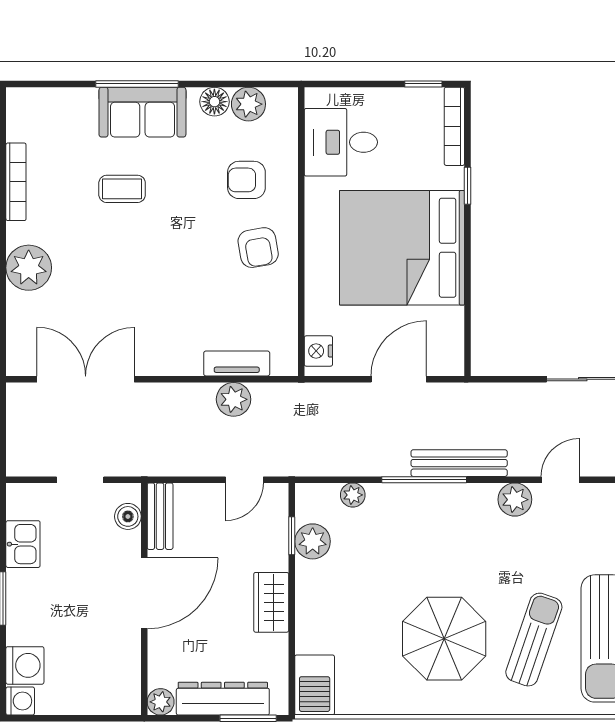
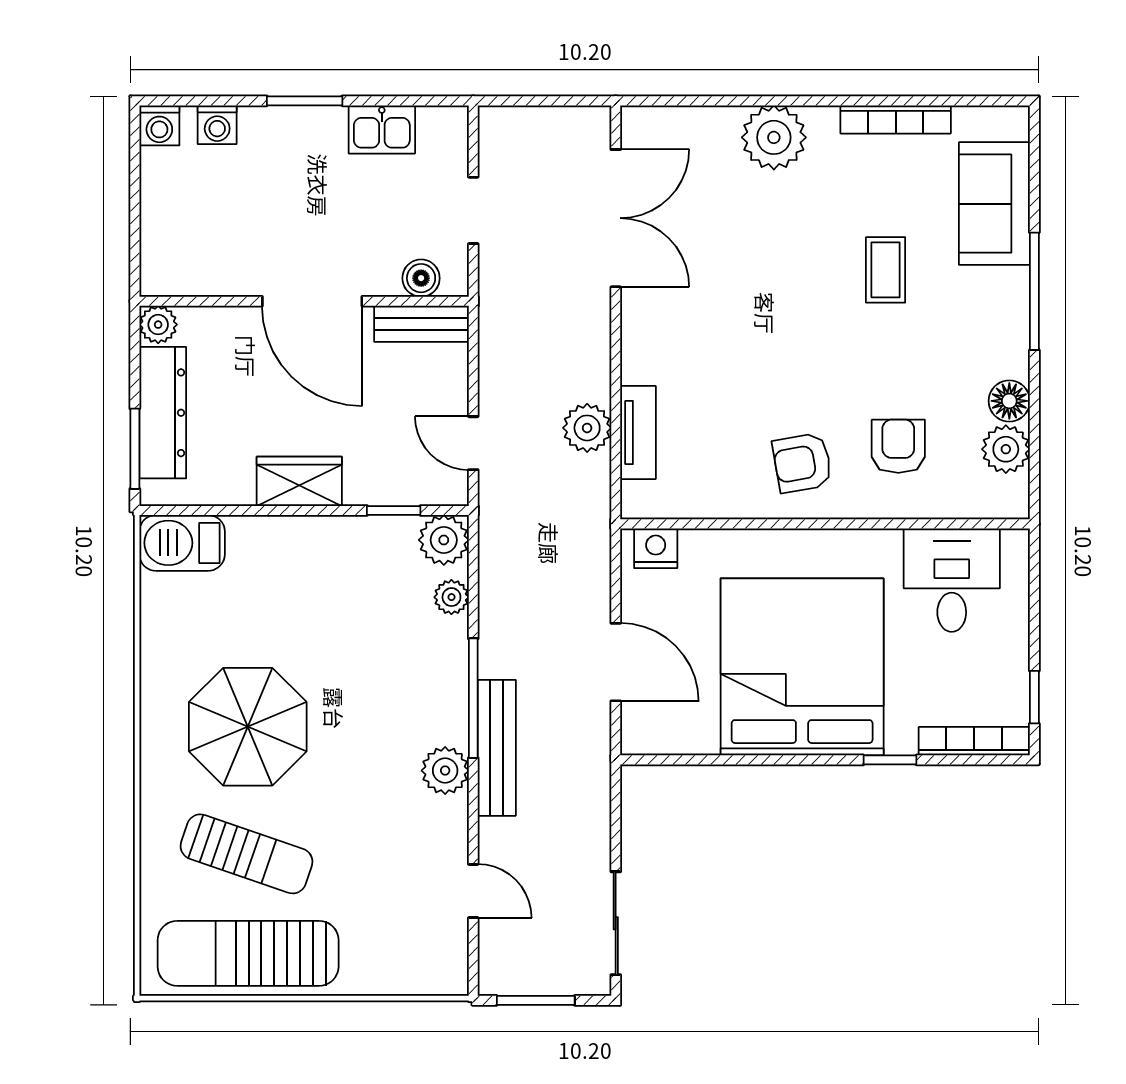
sofa: (142, 112) -> (994, 204), moved
plant: (515, 500) -> (445, 771), moved
plant: (313, 541) -> (444, 540), moved
washing machine: (25, 665) -> (217, 125), width x0.73, depth x0.73

